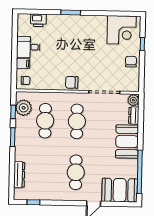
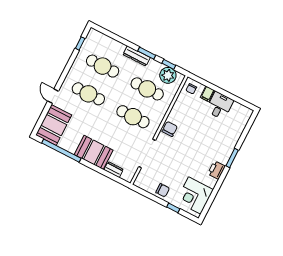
printer: (38, 20) -> (217, 170), moved
plant: (133, 100) -> (127, 176), removed
cafe table: (44, 172) -> (103, 66), added
dresser: (19, 175) -> (137, 56), moved

